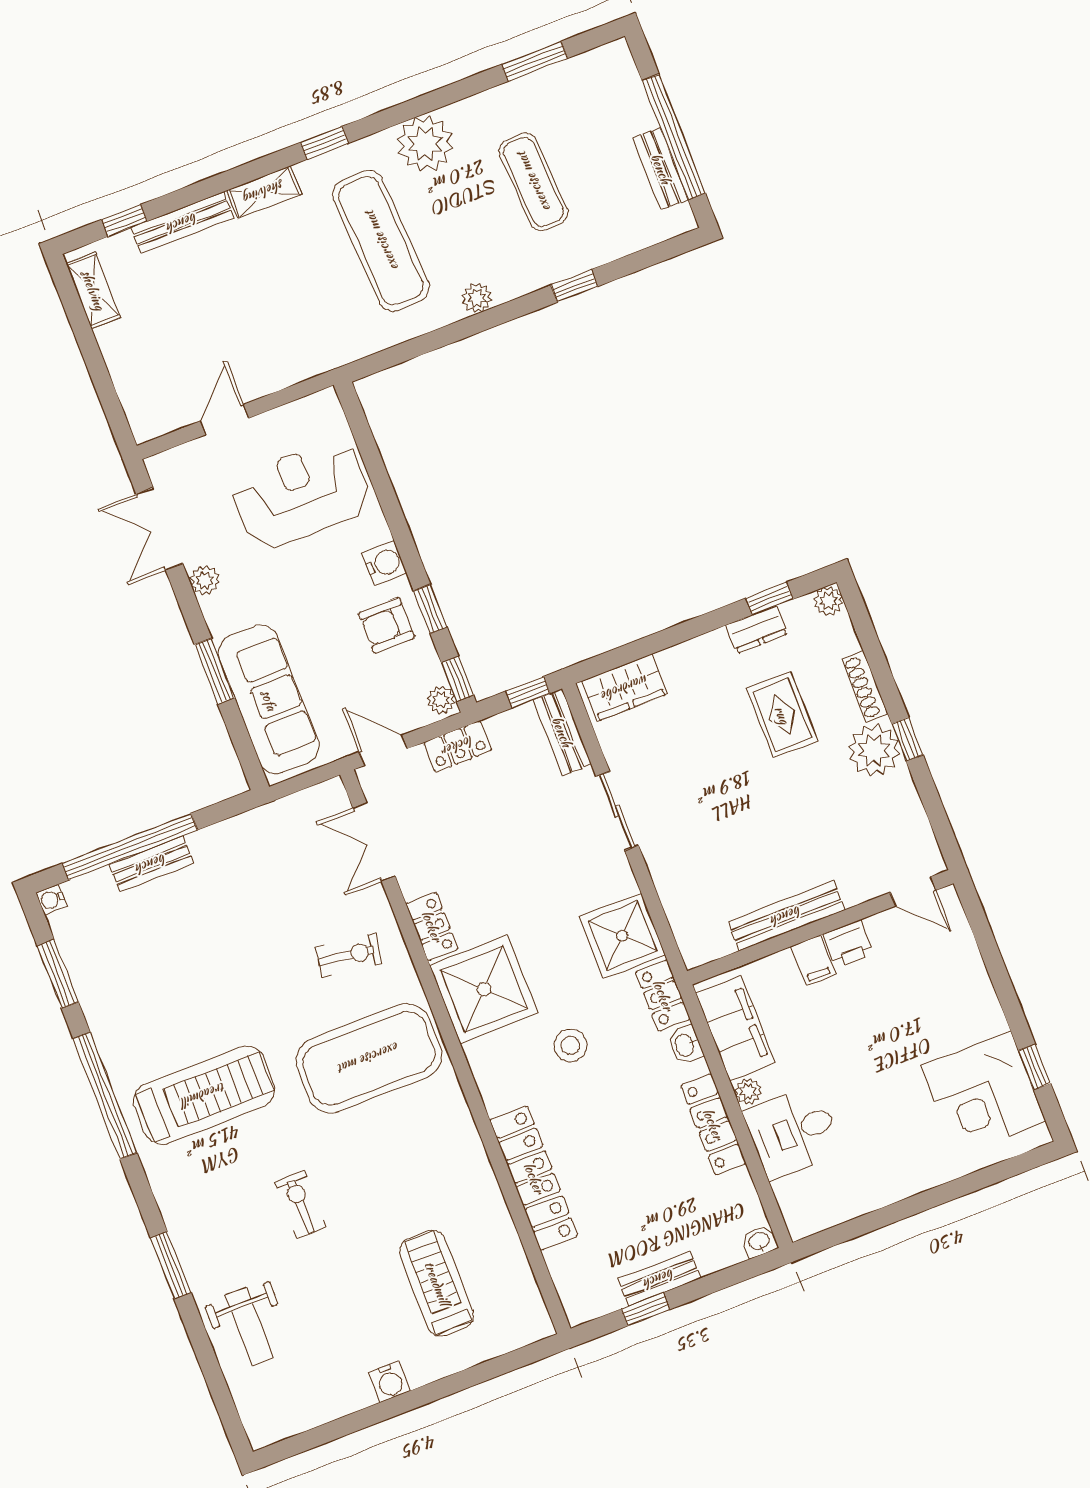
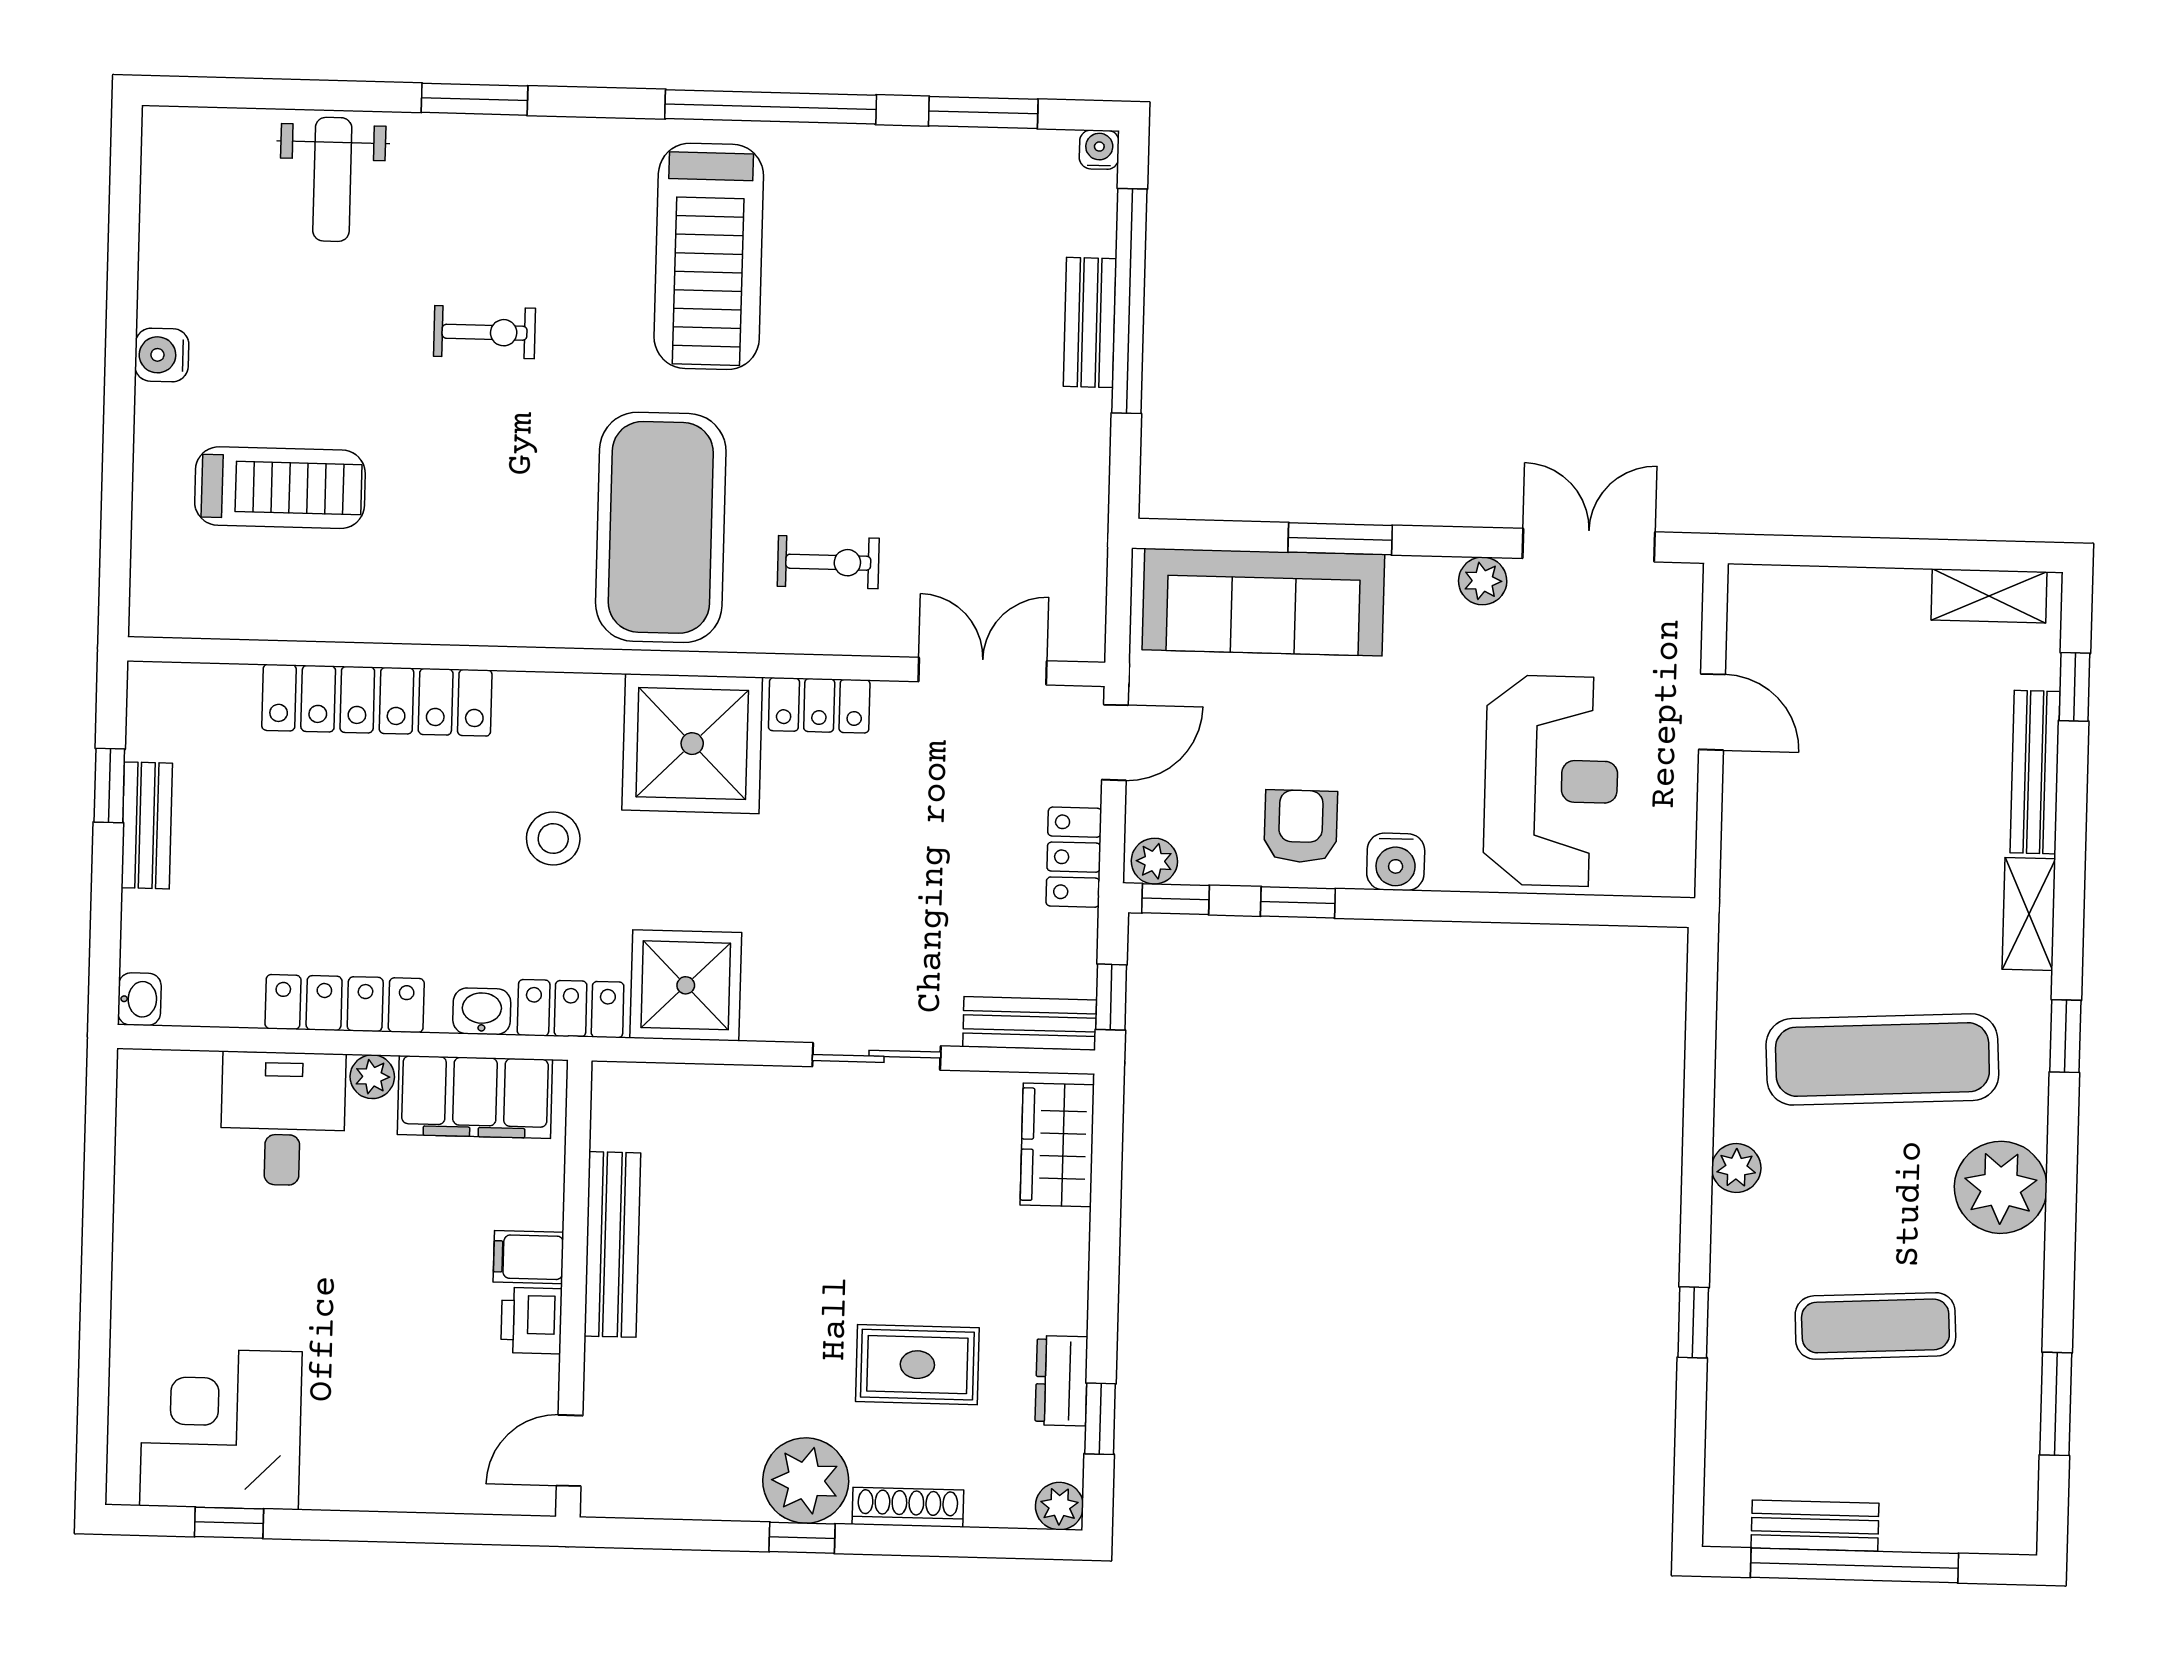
exercise bike: (349, 955) -> (828, 562), turned -98
weight bench: (250, 1327) -> (332, 179), turned -90

